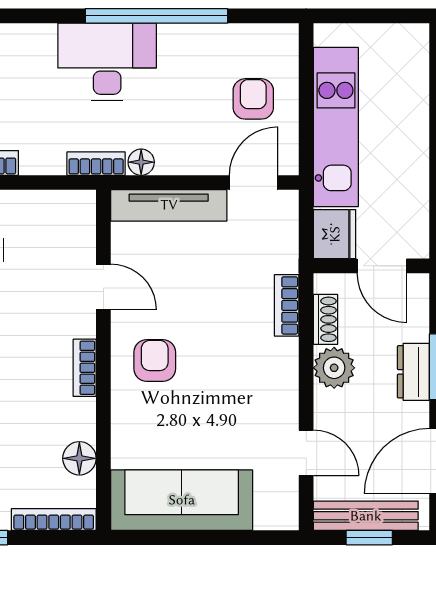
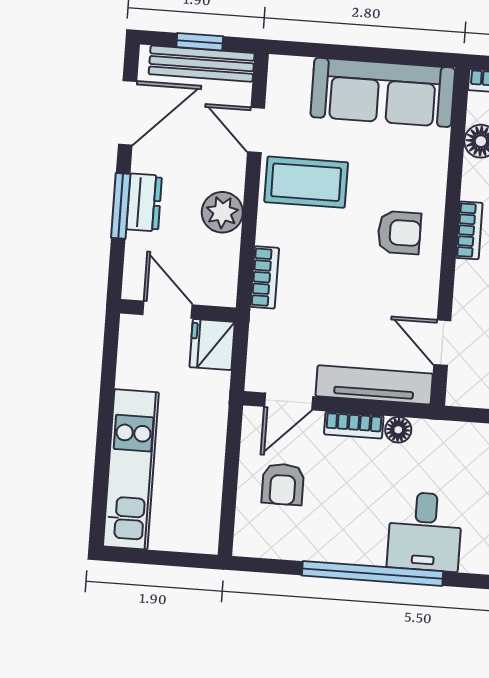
desk: (107, 62) -> (425, 532), width x0.73
kitchen unit: (336, 127) -> (131, 469), moved, turned 180
bookcase: (96, 164) -> (354, 425), moved
door: (103, 287) -> (442, 343), moved
shoe rack: (326, 319) -> (227, 261), removed
armchair: (155, 360) -> (399, 233), turned -90
coffee table: (252, 404) -> (306, 182), added

